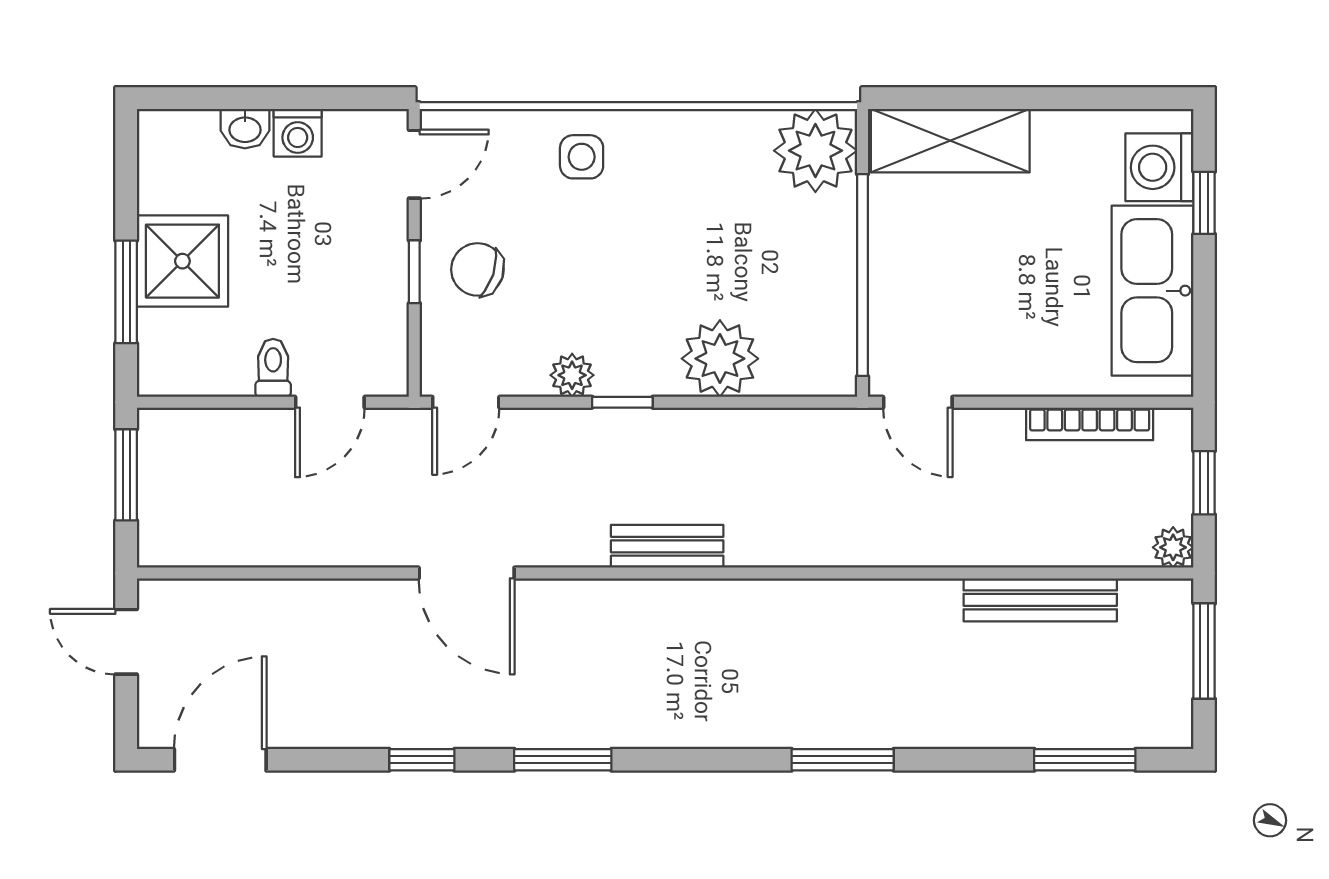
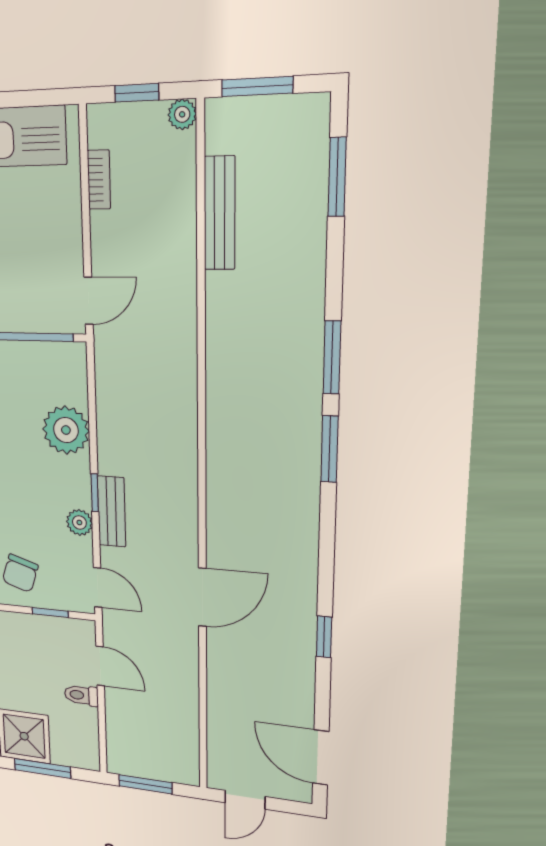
window: (414, 272) -> (50, 612), moved
bookcase: (1090, 424) -> (99, 180), width x0.64
bench: (667, 546) -> (112, 511), moved
window: (563, 760) -> (329, 449), moved

